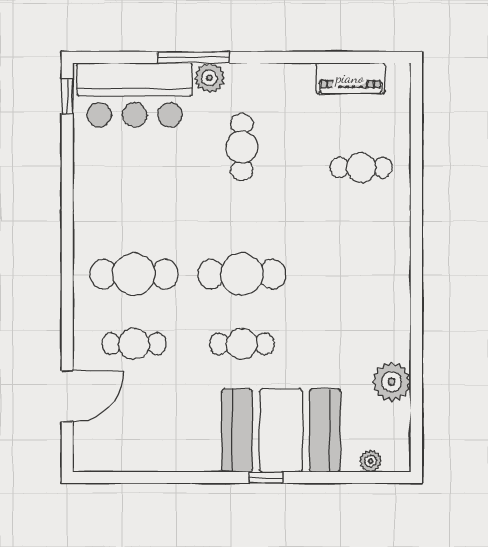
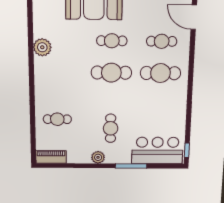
plant: (209, 78) -> (98, 157), moved
piano: (350, 78) -> (51, 157), moved
plant: (392, 382) -> (42, 47), moved
door: (67, 396) -> (194, 17), hinge flipped

